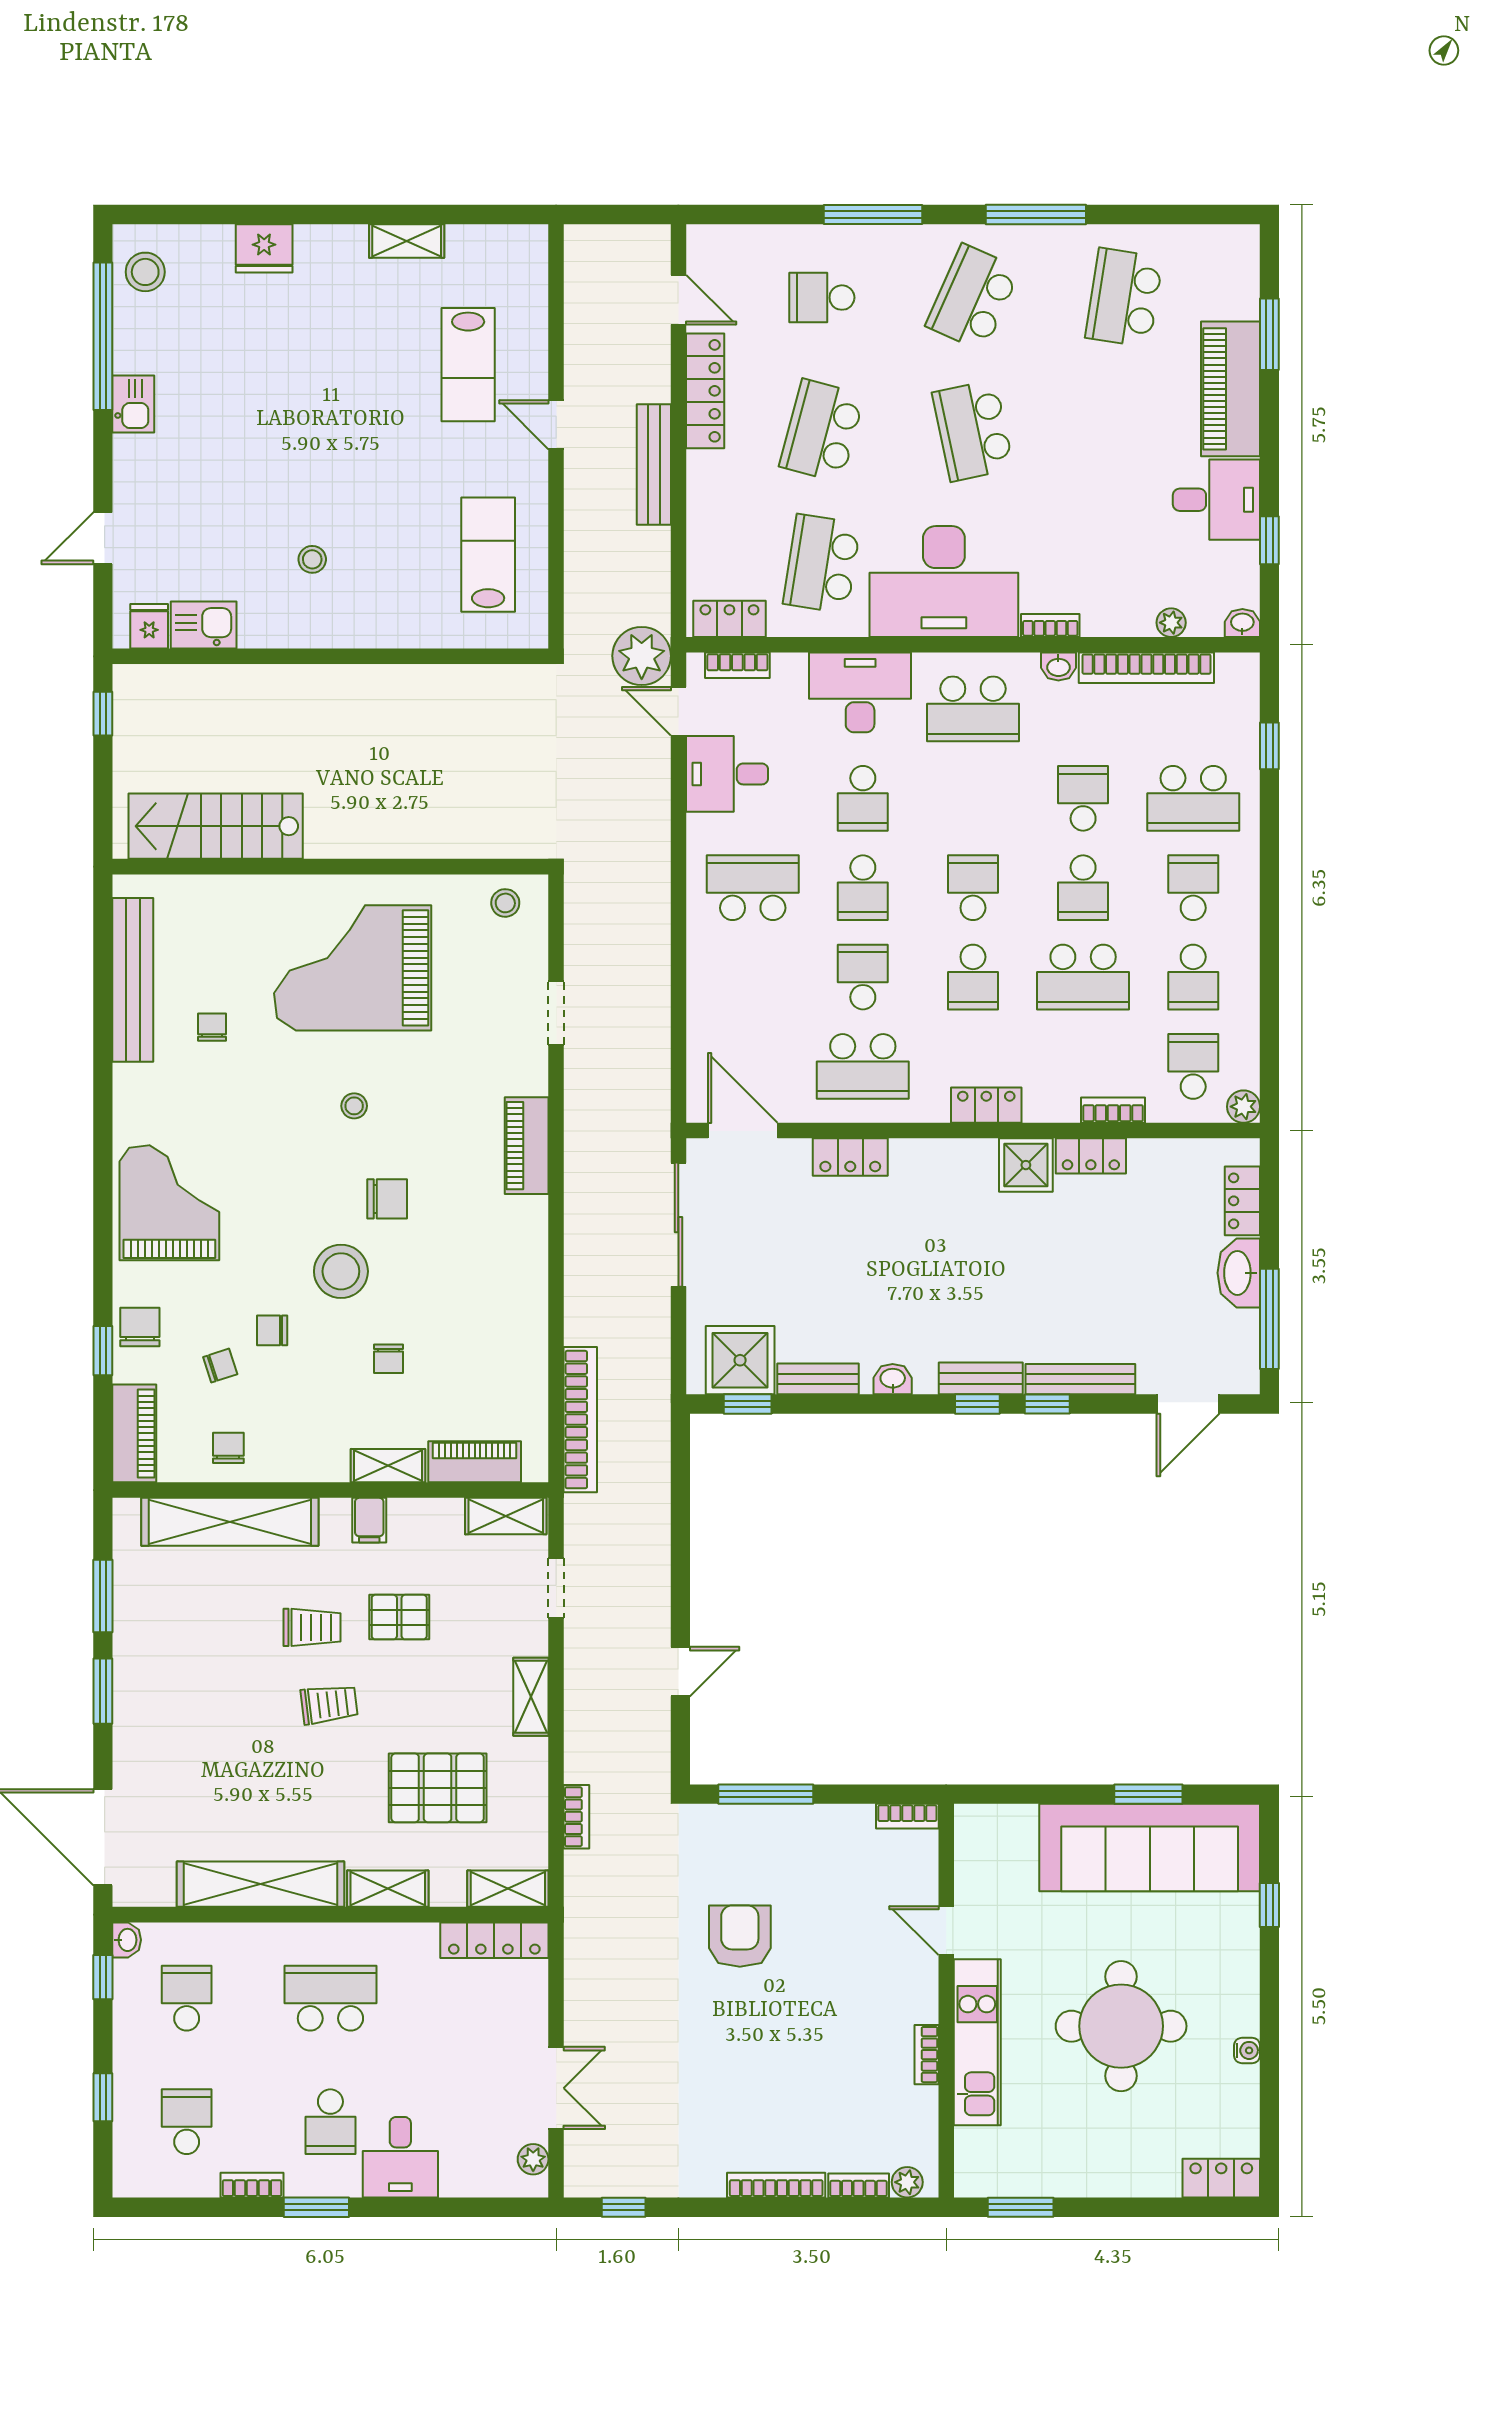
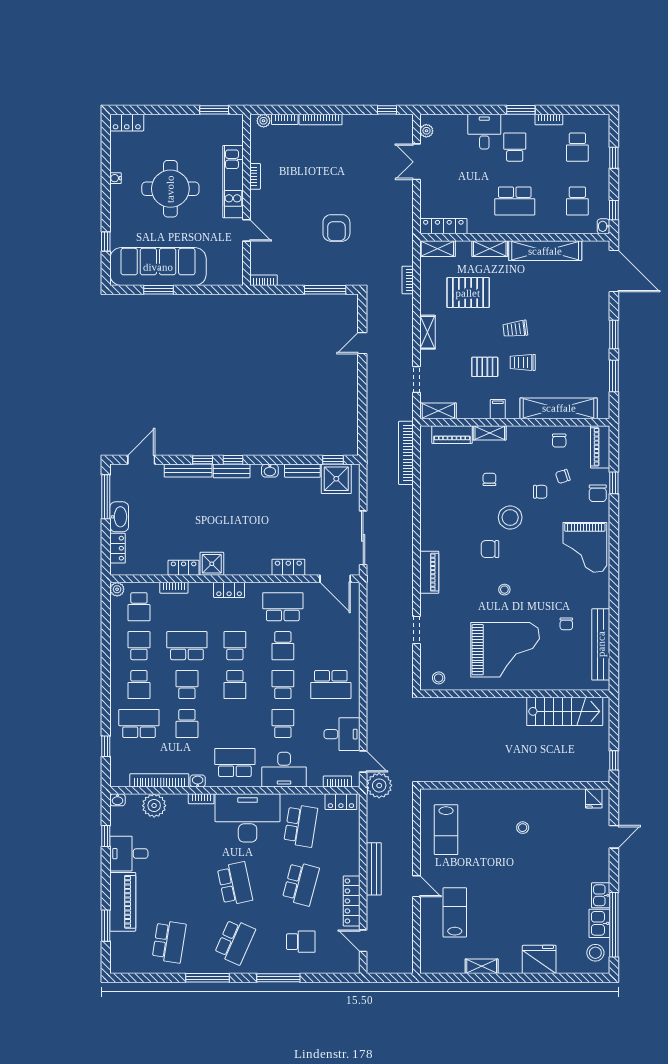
fridge: (264, 248) -> (539, 959), width x1.36, depth x1.34
plant: (1171, 623) -> (154, 806), width x1.88, depth x1.88
kitchen sink: (204, 625) -> (599, 923), moved, turned 90

